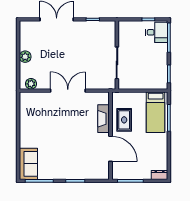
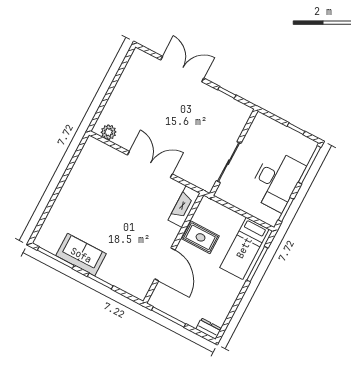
desk: (157, 32) -> (277, 180), moved, width x1.87, depth x1.30
plant: (25, 57) -> (119, 95), removed
fireplace: (104, 119) -> (184, 207), moved
rug: (124, 120) -> (201, 237), turned 90
sofa: (28, 164) -> (81, 255), moved, turned -90

